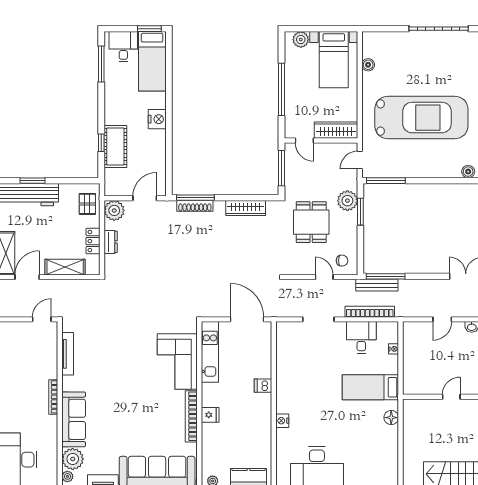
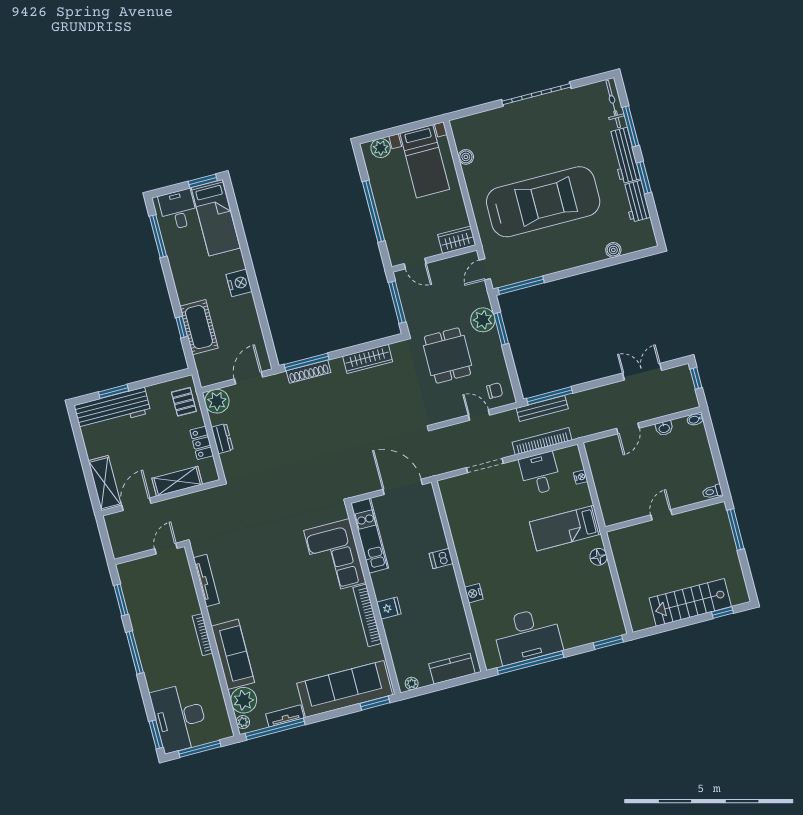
wardrobe: (336, 130) -> (457, 240), width x0.67

